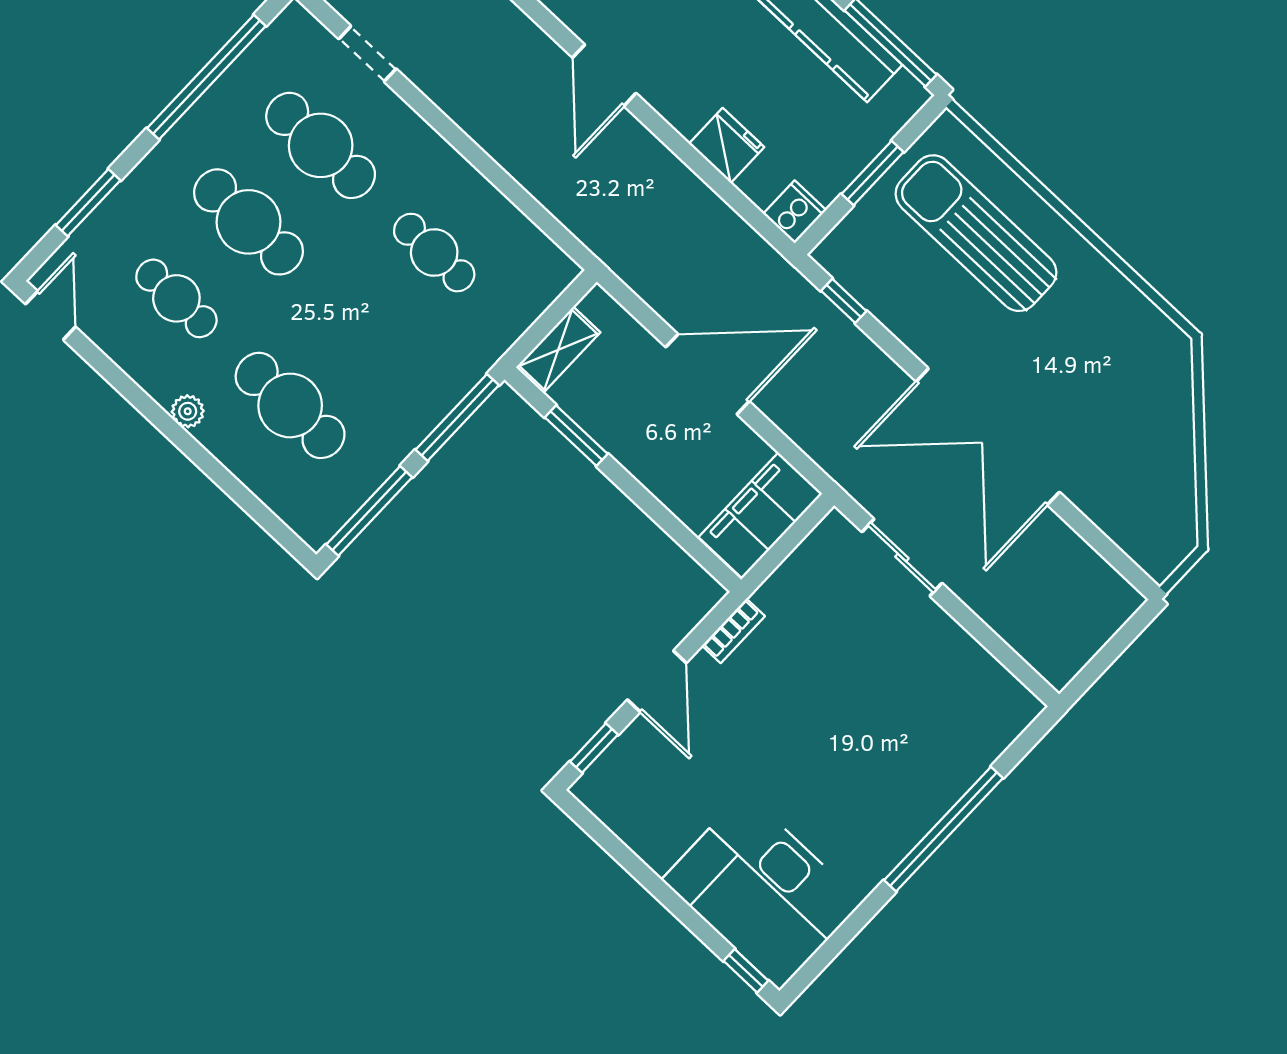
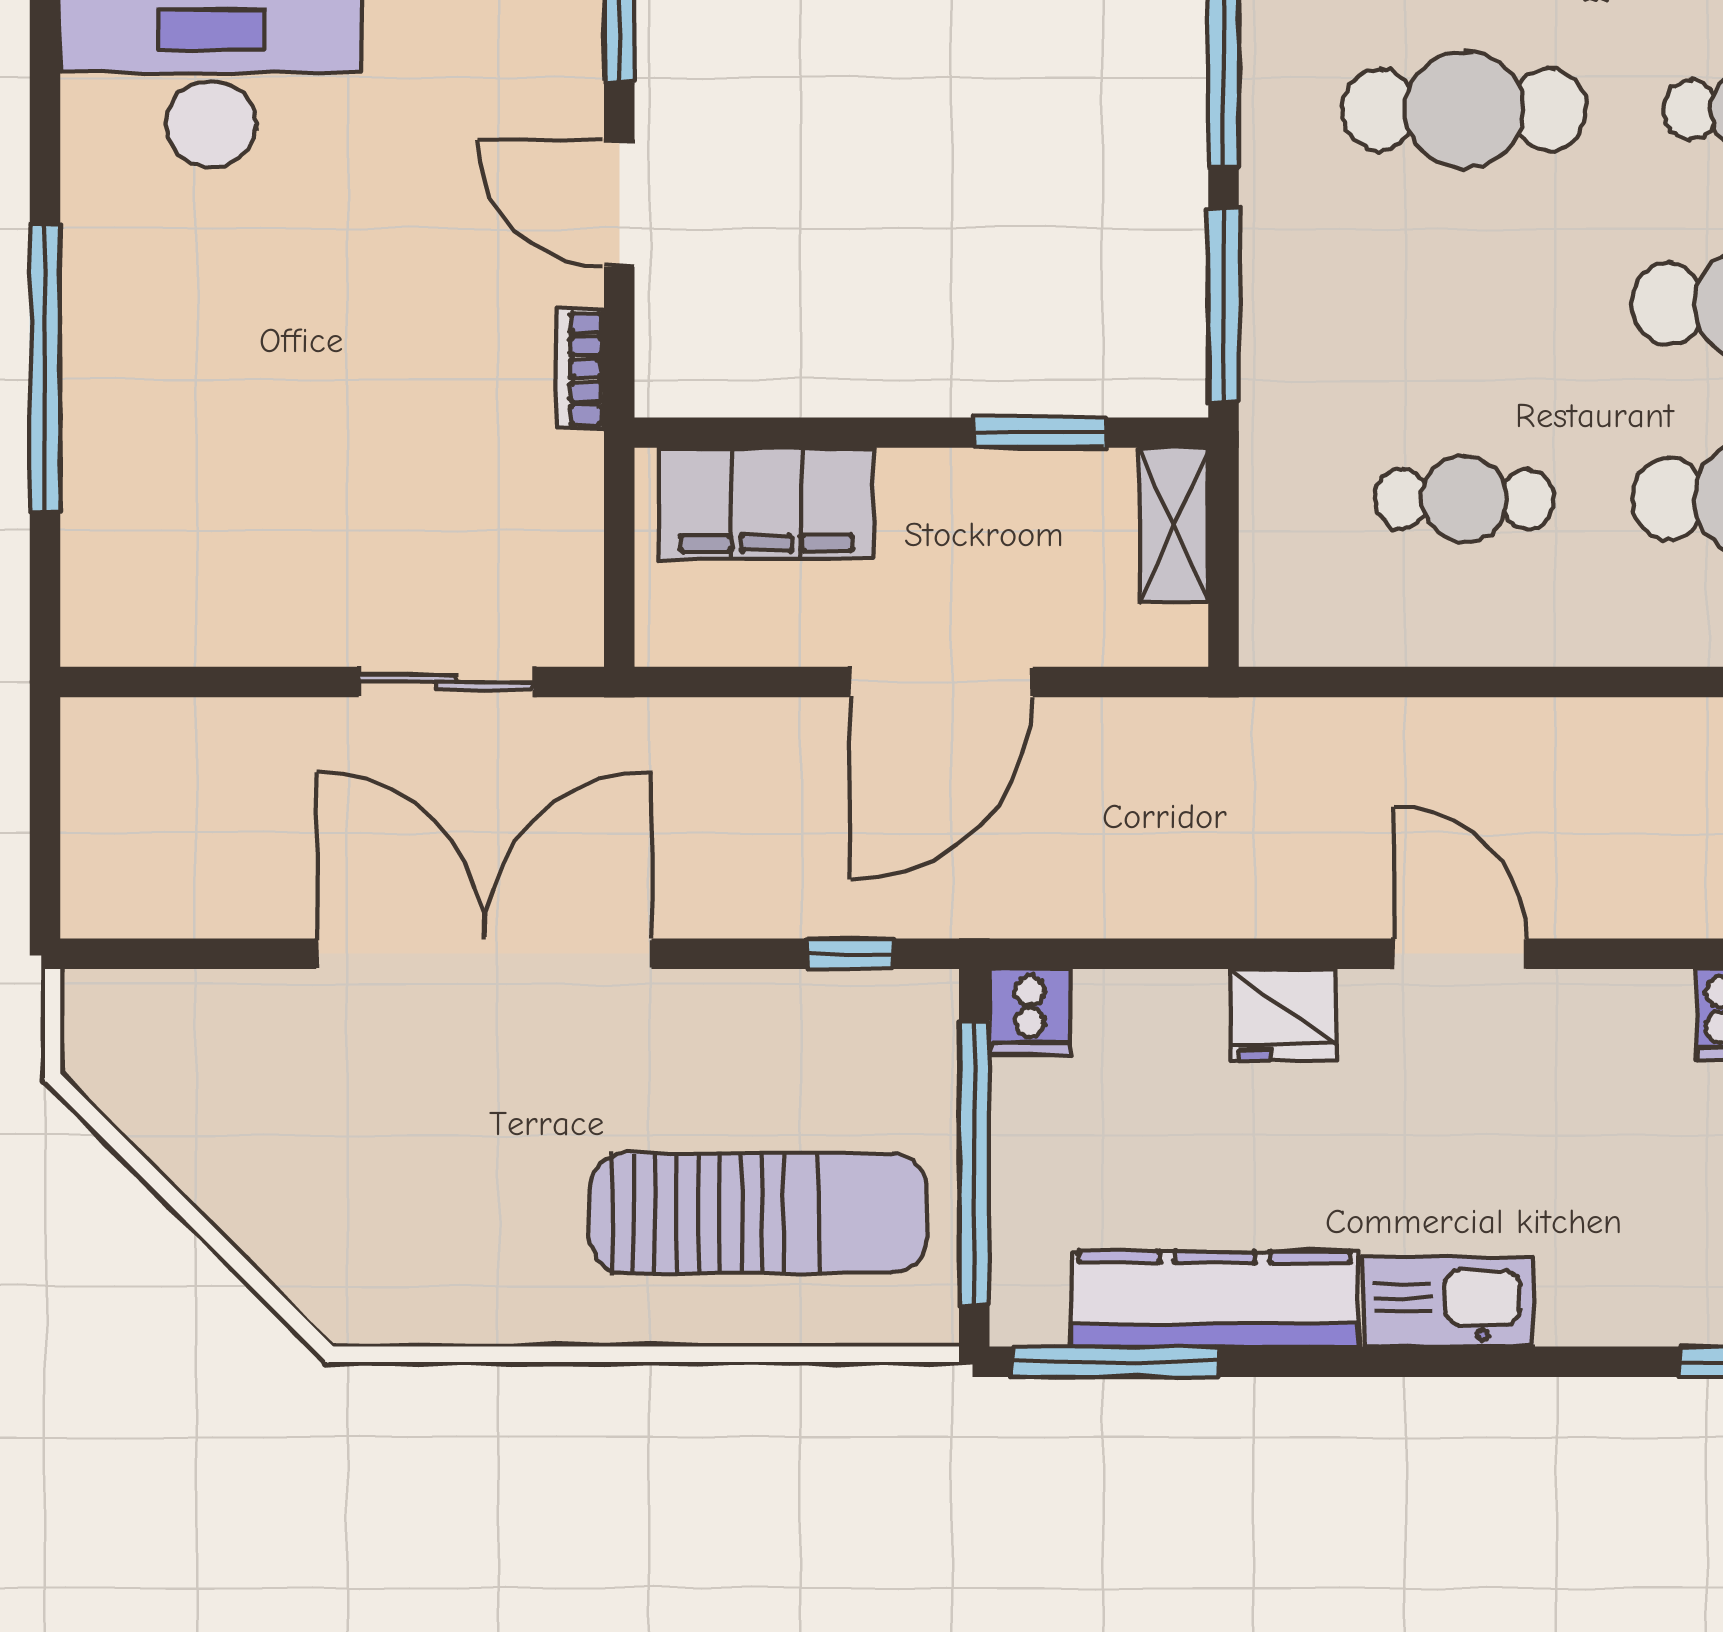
fridge: (727, 145) -> (1283, 1015), moved
window: (873, 173) -> (974, 1163), width x2.11
filing cabinet: (760, 516) -> (766, 504), moved, turned 90

